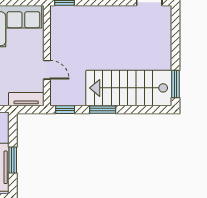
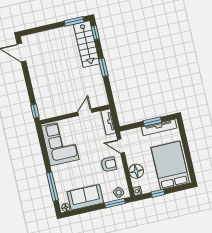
stairs: (129, 88) -> (87, 44), width x0.73, depth x0.66
window: (65, 110) -> (95, 33), moved

